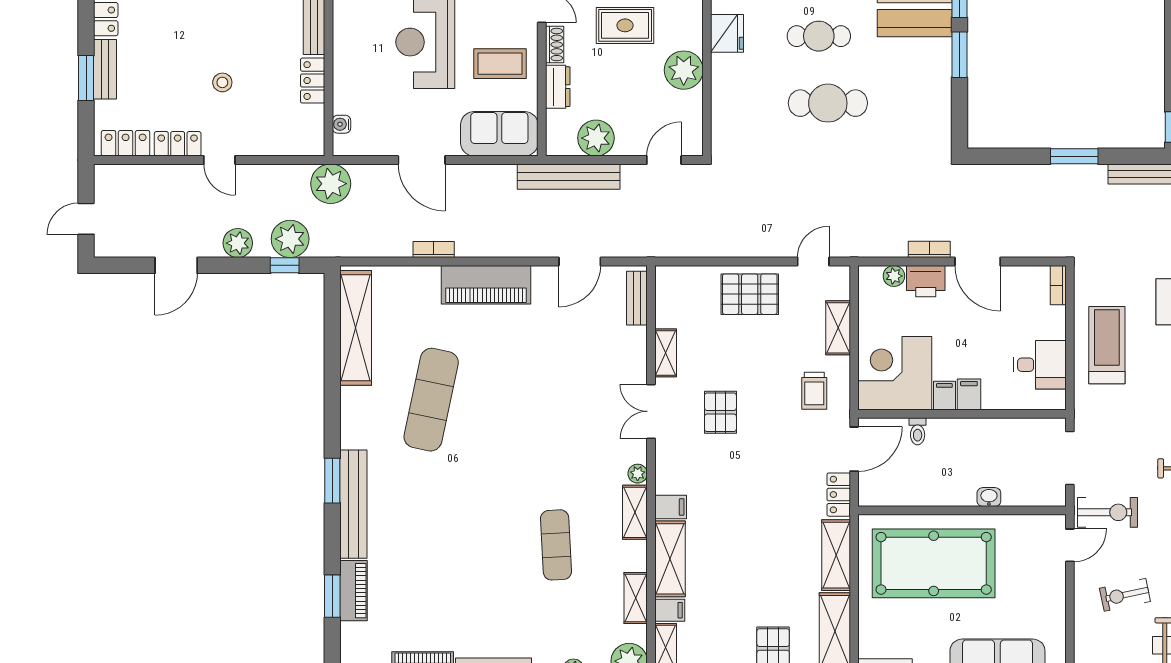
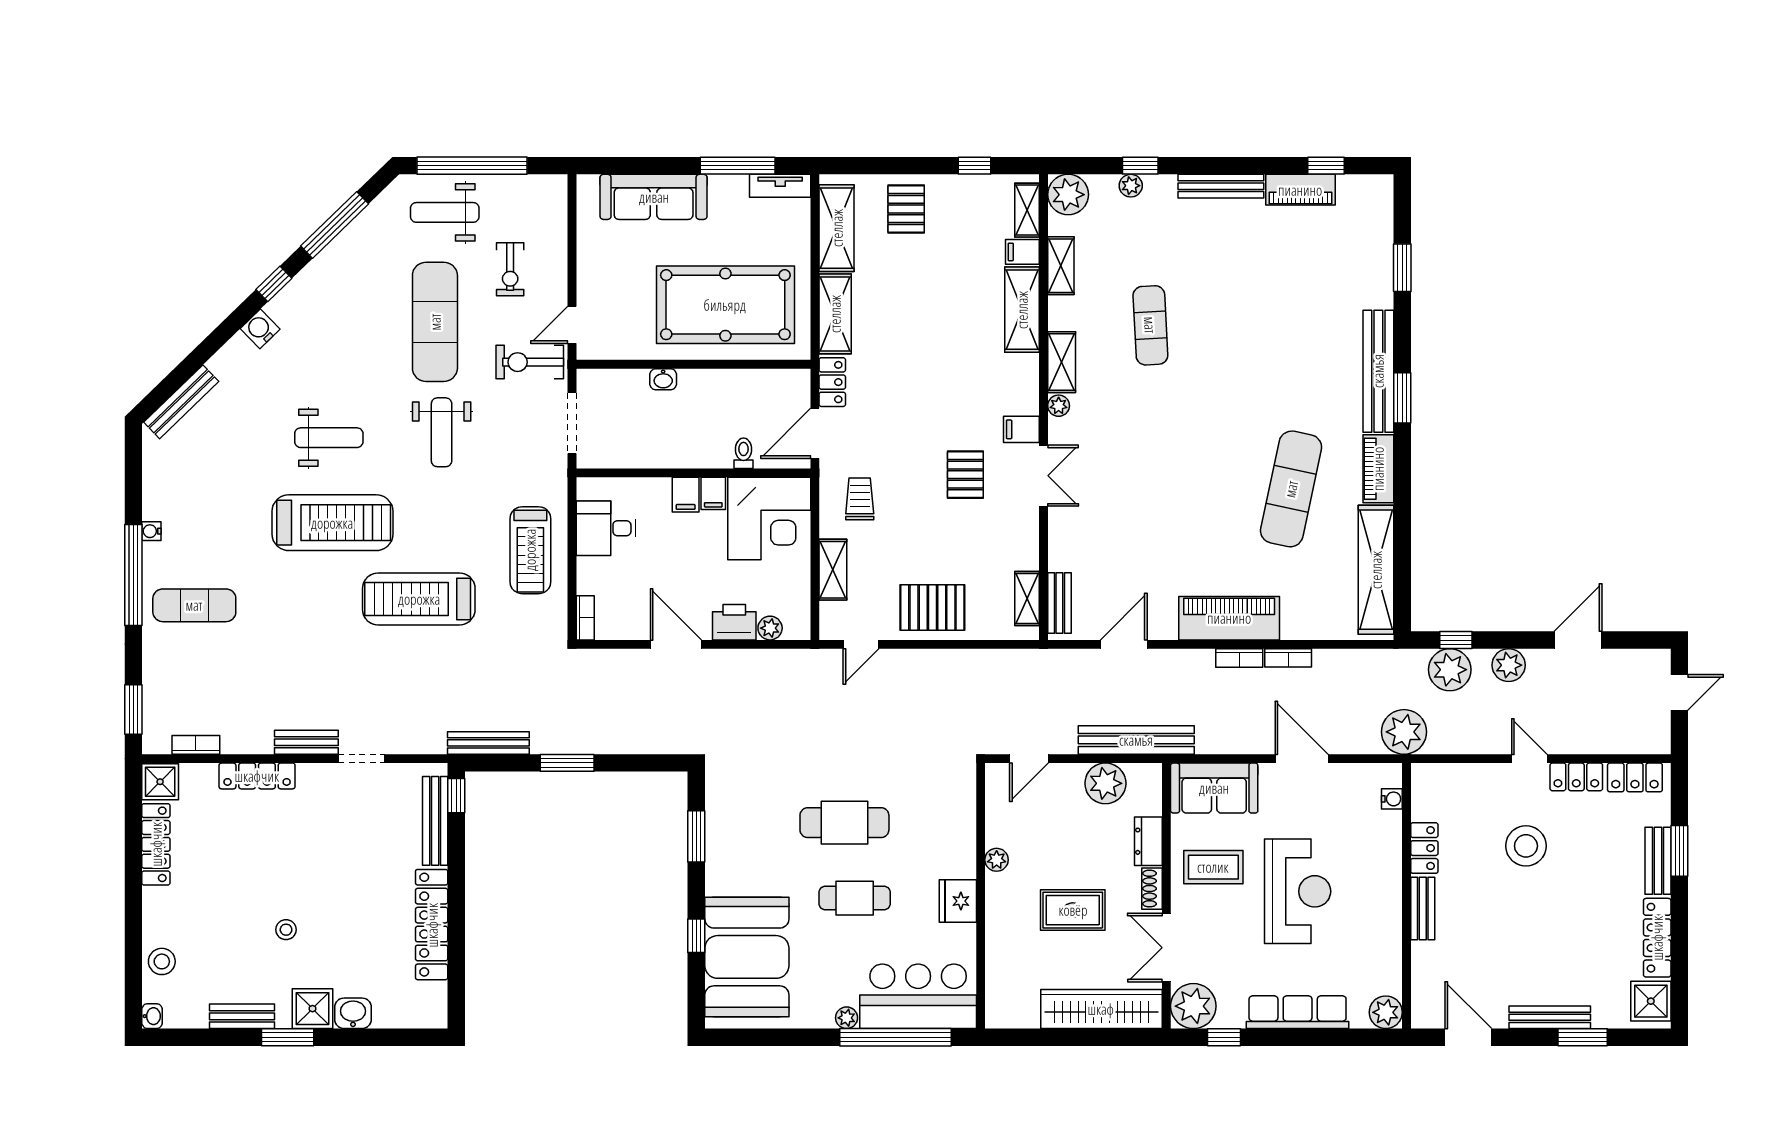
window: (959, 55) -> (696, 836), moved
plant: (684, 70) -> (997, 860), width x0.53, depth x0.53
stool: (222, 82) -> (1526, 846), width x1.89, depth x1.89
bookcase: (929, 249) -> (1239, 658), moved
shelving: (666, 353) -> (1027, 598), moved
filing cabinet: (671, 507) -> (1021, 429), moved
piano: (353, 591) -> (1378, 469), moved
exercise bike: (1125, 595) -> (510, 269), turned 102

